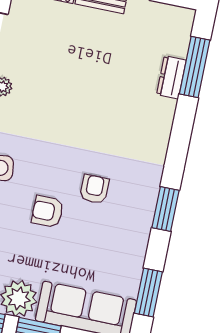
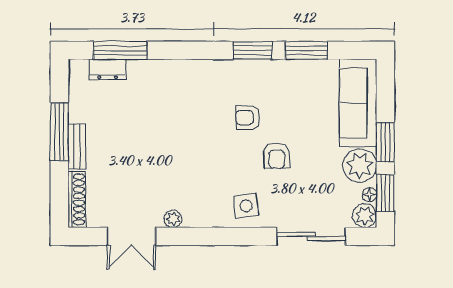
dresser: (171, 77) -> (107, 69), moved
window: (148, 293) -> (306, 50), moved

